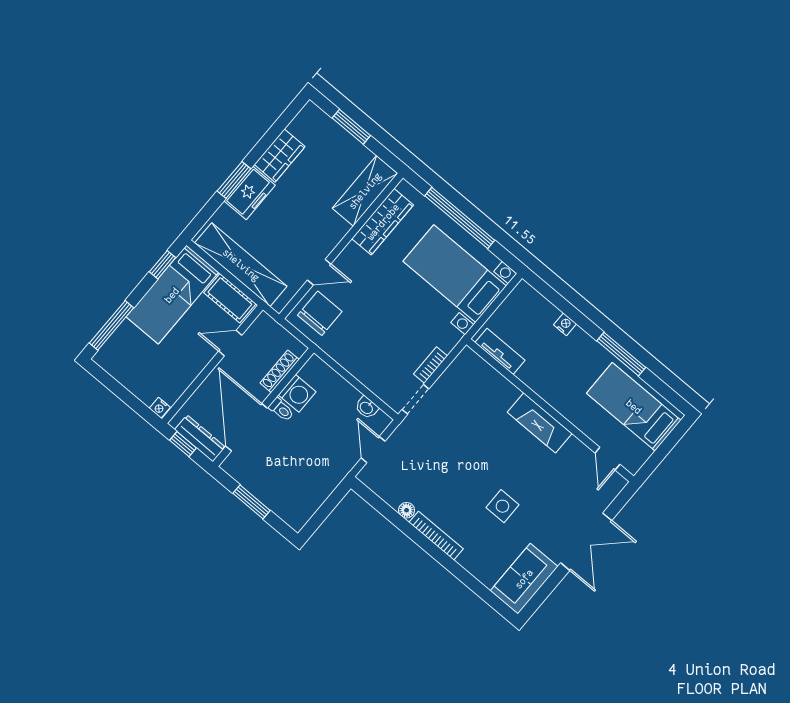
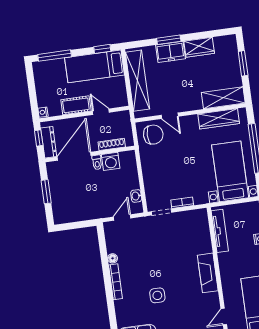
cot: (230, 298) -> (76, 105), moved, turned 90
tv unit: (500, 351) -> (220, 231), width x1.41

